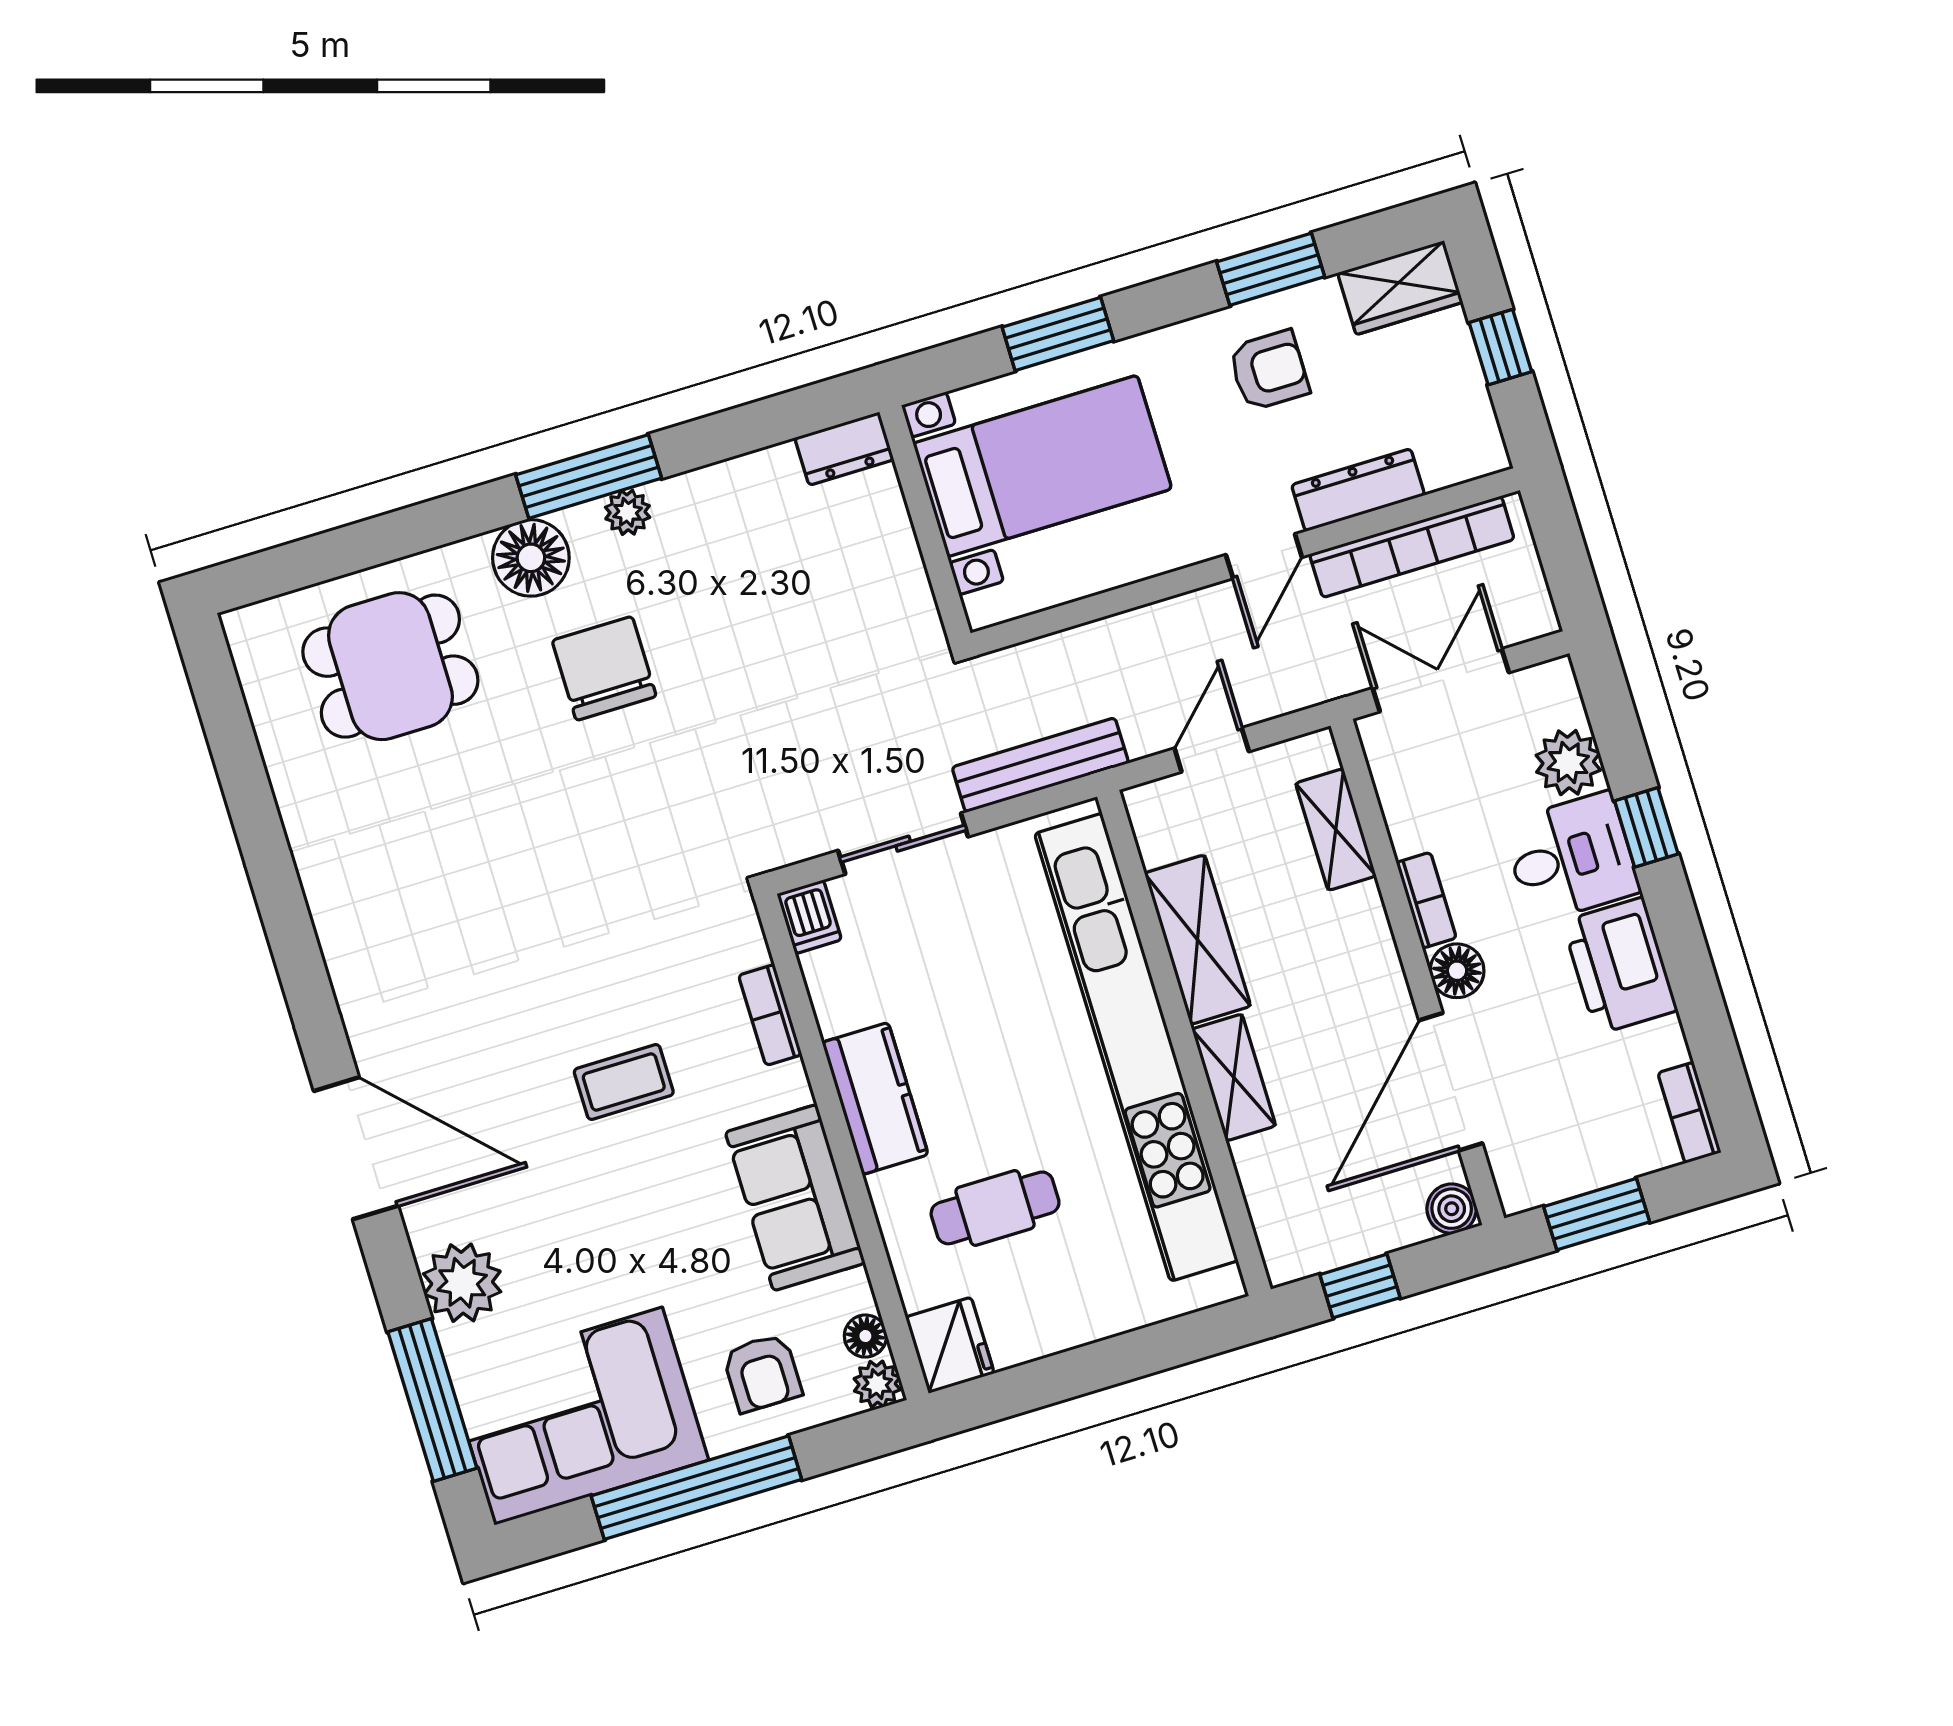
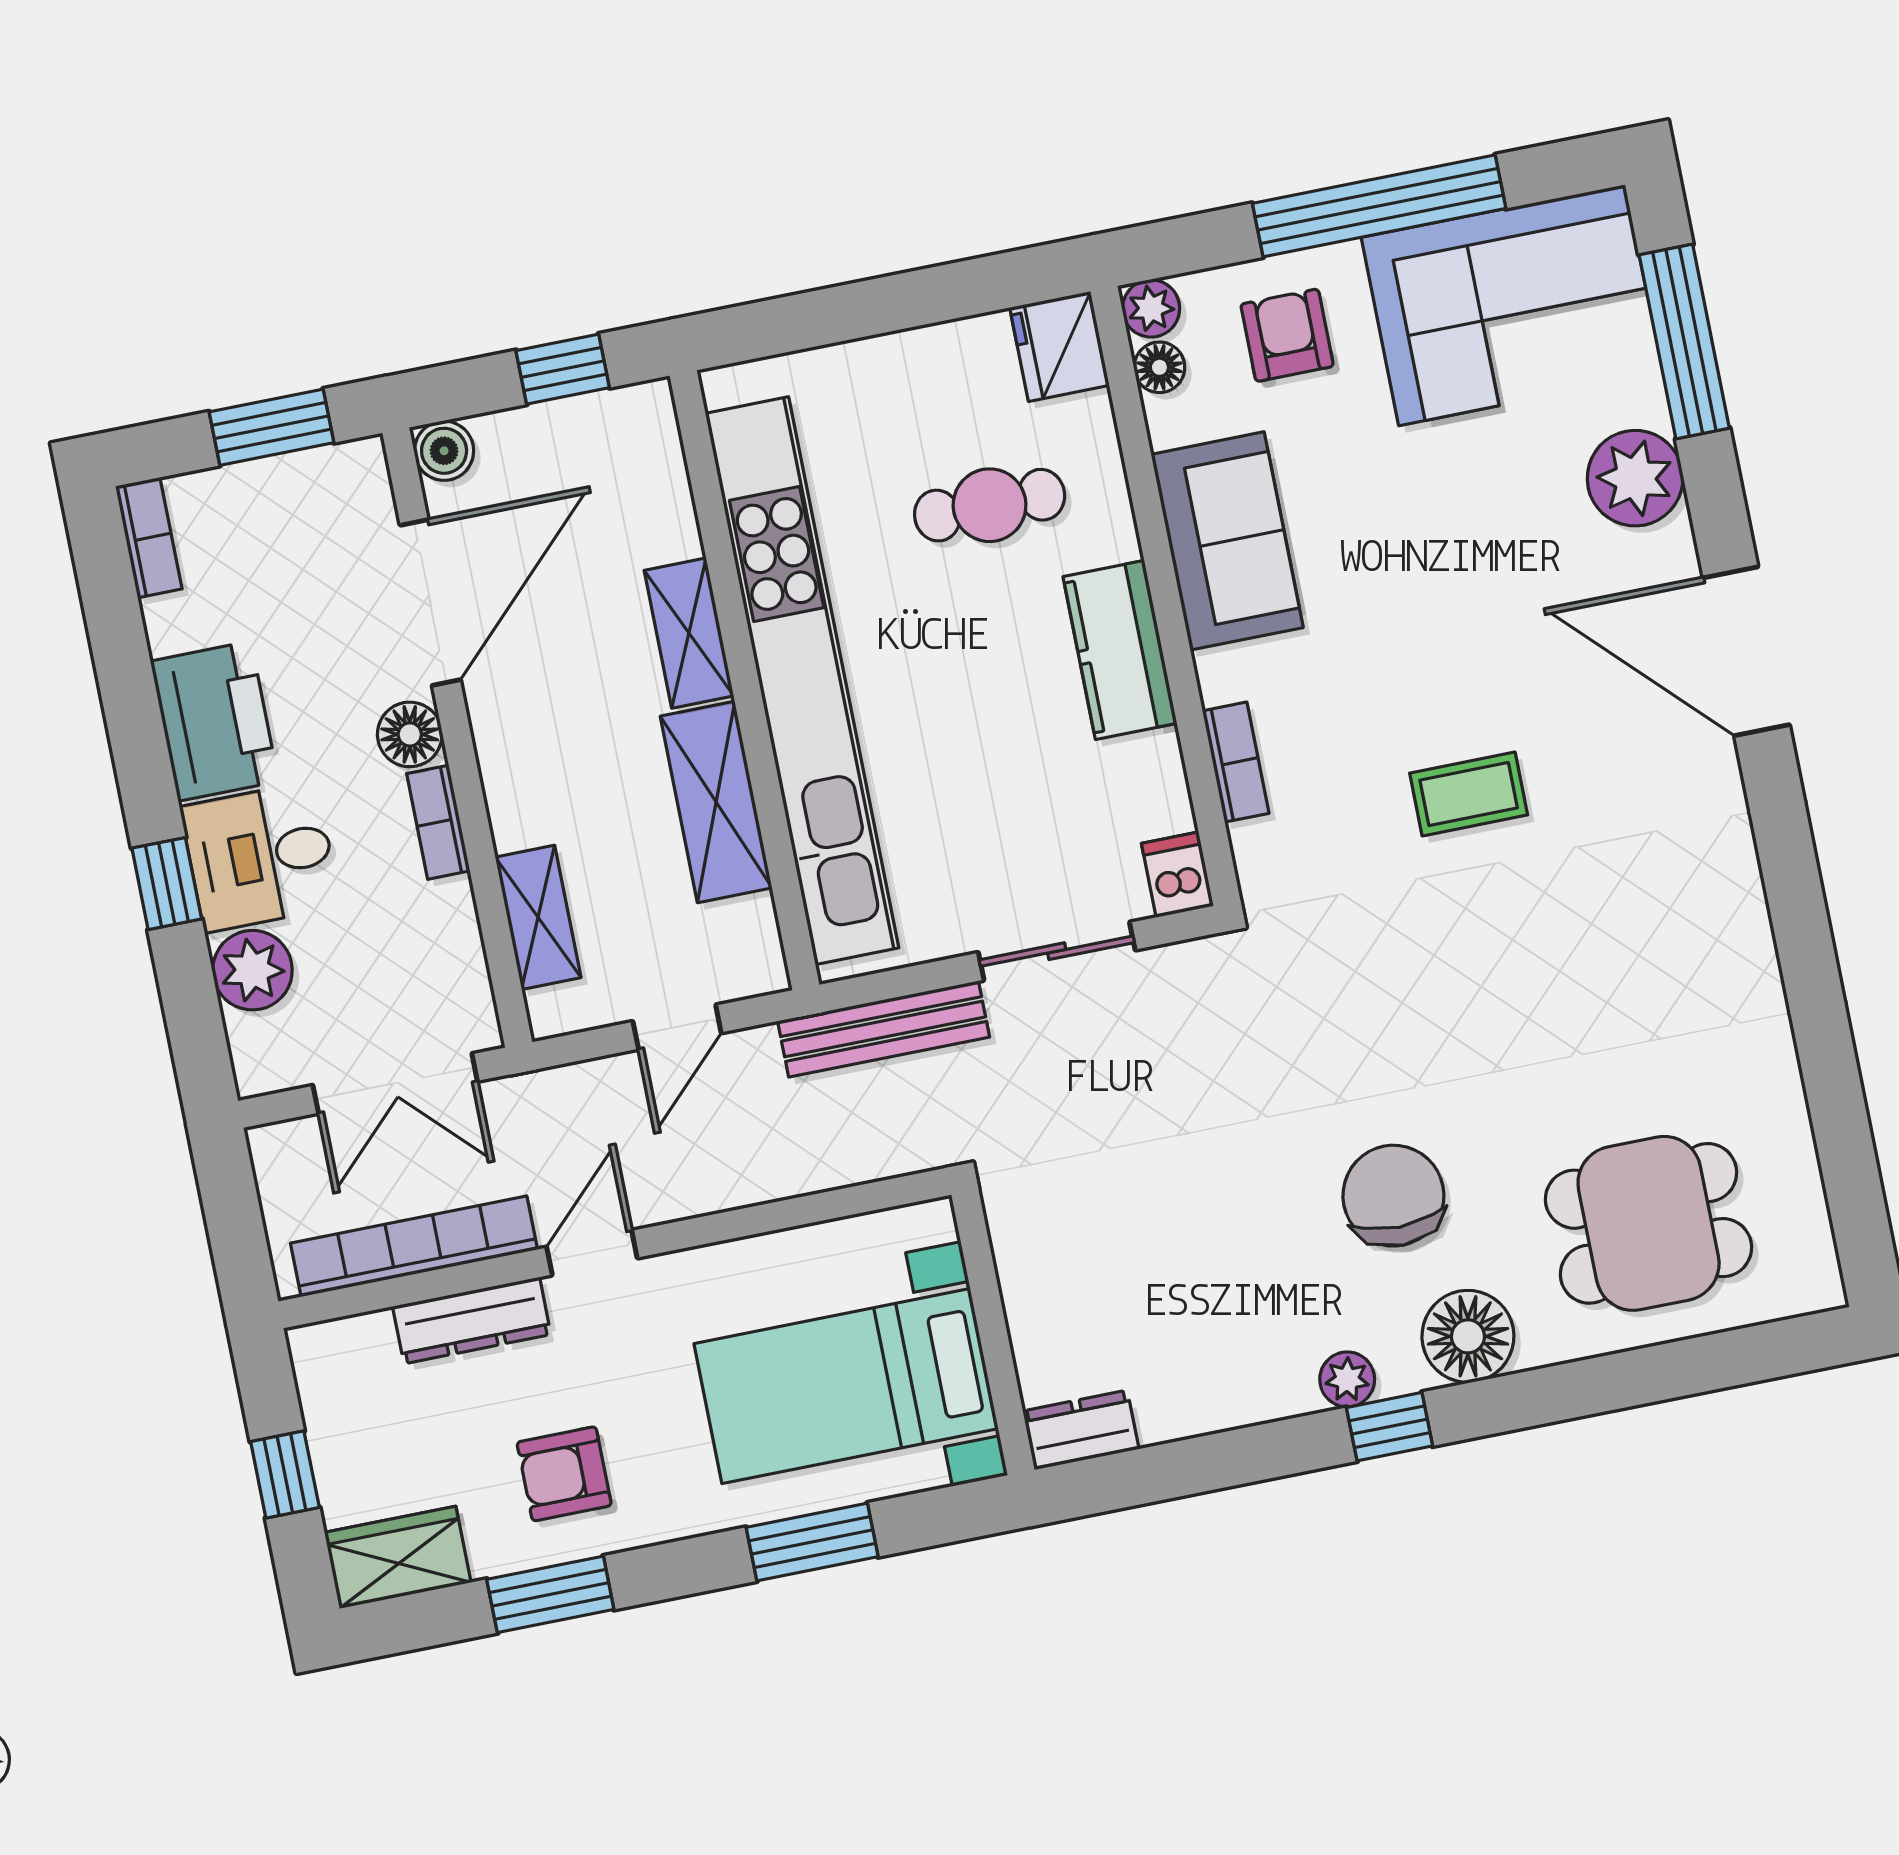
window: (589, 477) -> (1389, 1427), width x0.46
chair: (604, 668) -> (1393, 1196), turned 180
coffee table: (624, 1082) -> (1469, 794), moved

